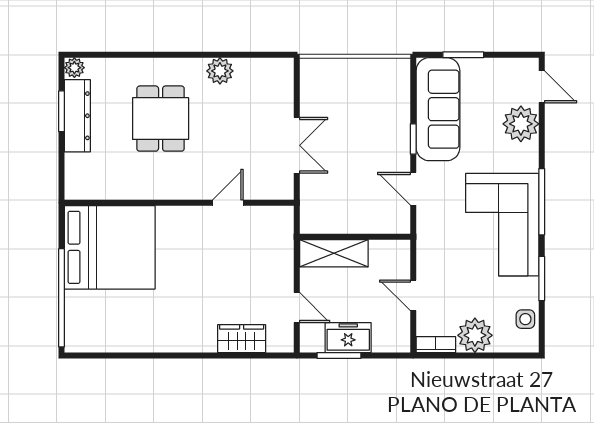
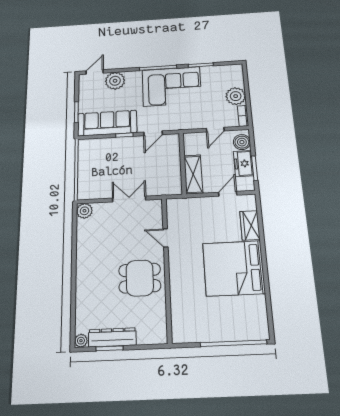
plant: (220, 71) -> (84, 211), moved
dining table: (161, 119) -> (140, 278), moved
bed: (110, 247) -> (234, 268), moved, turned -90
side table: (525, 319) -> (224, 72), removed
boiler: (387, 339) -> (242, 142), added

